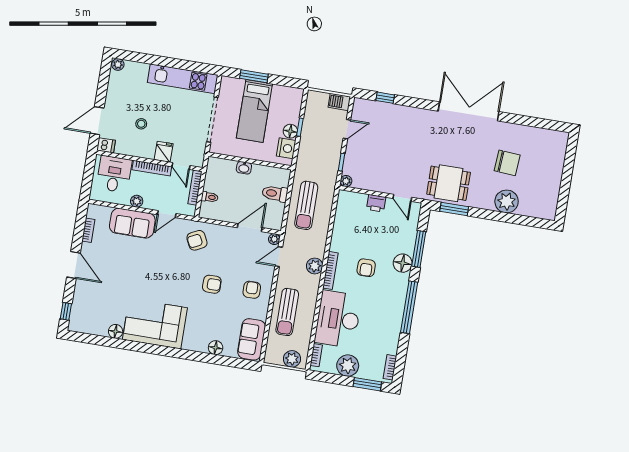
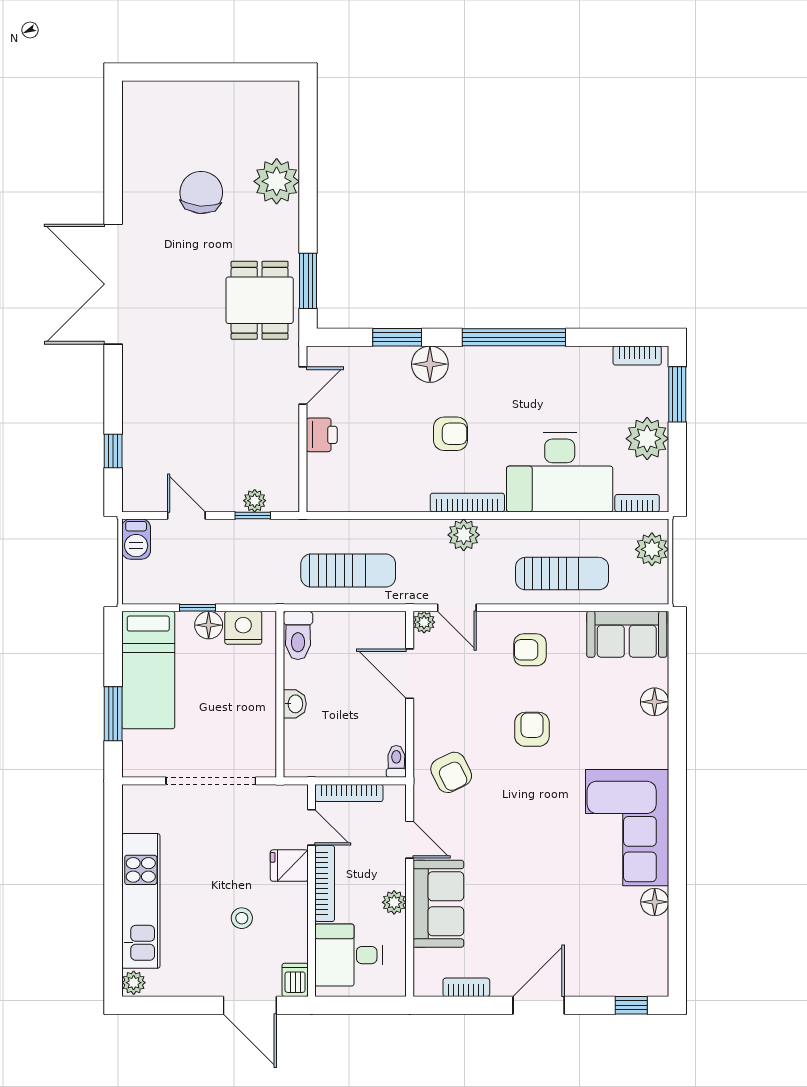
kitchen unit: (183, 79) -> (141, 901), moved
bed: (254, 111) -> (148, 670), moved, turned 90
door: (181, 166) -> (312, 827), hinge flipped
plant: (346, 181) -> (255, 501), moved
toilet: (275, 194) -> (298, 635), moved
toilet: (210, 197) -> (396, 761), moved
window: (419, 249) -> (397, 337), width x0.69

